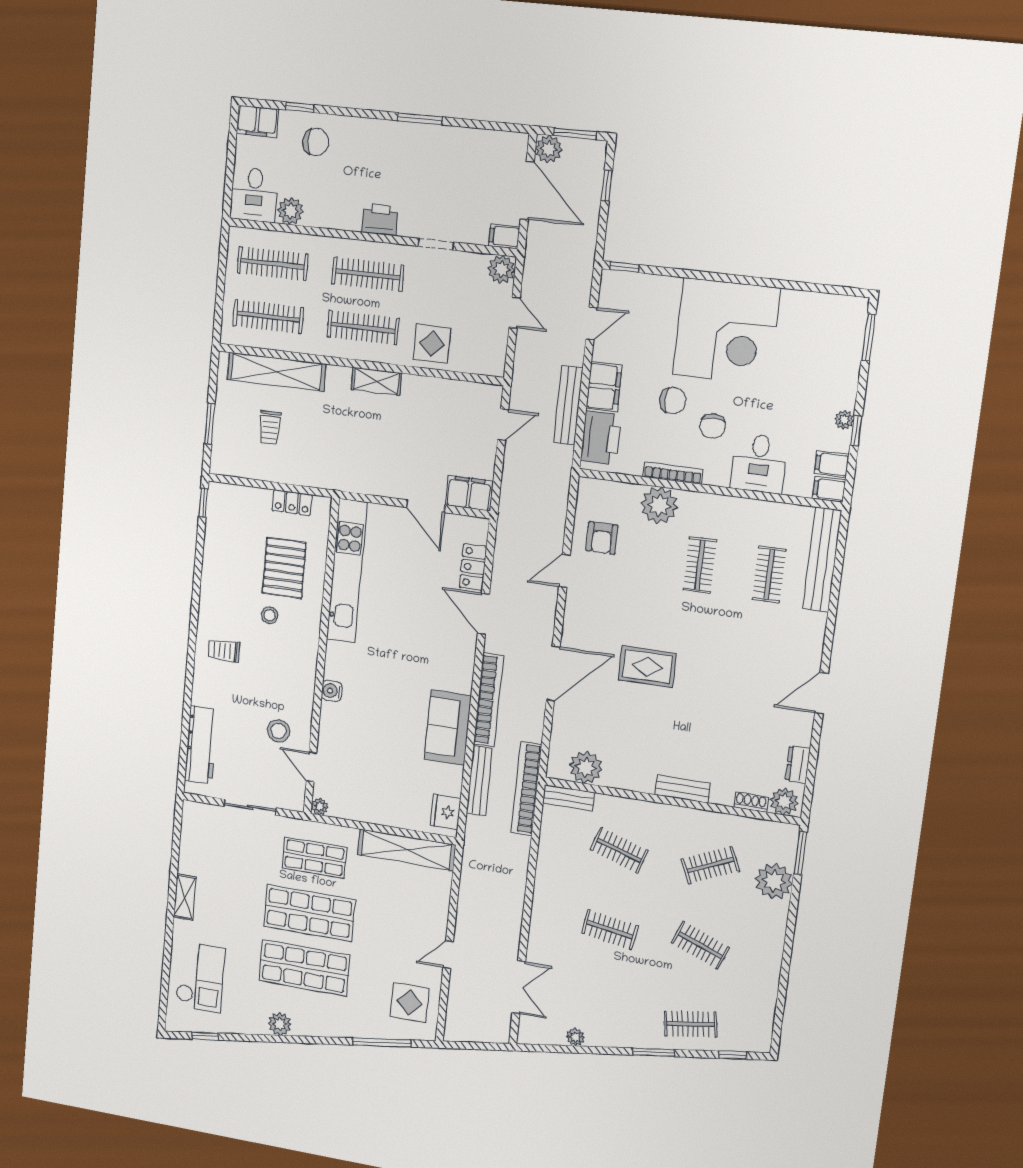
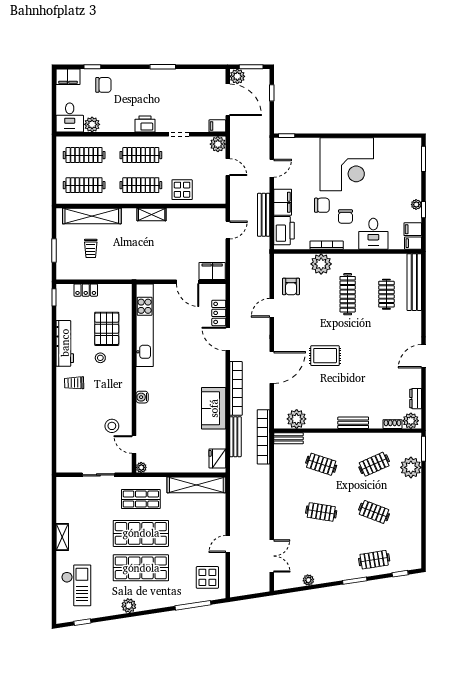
locker: (292, 503) -> (86, 290), moved
clothes rail: (700, 565) -> (348, 294), width x1.36
workbench: (201, 745) -> (65, 343), moved

